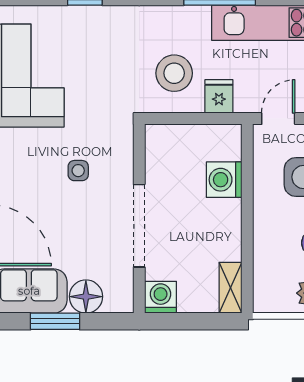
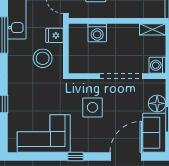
side table: (78, 171) -> (93, 107), width x1.87, depth x1.87

